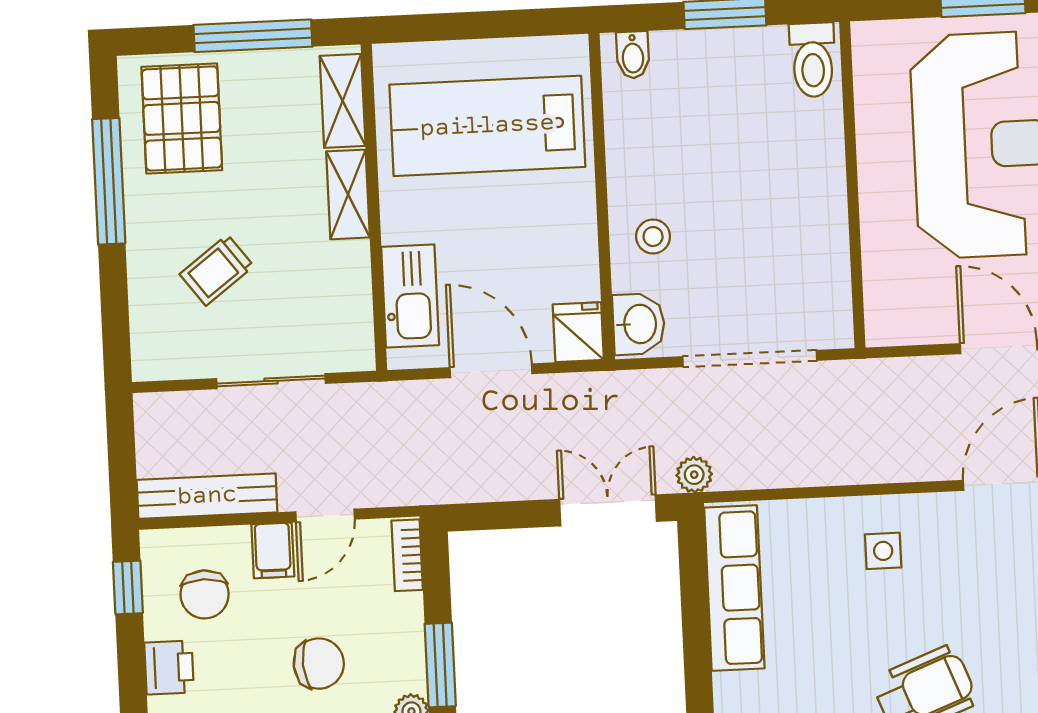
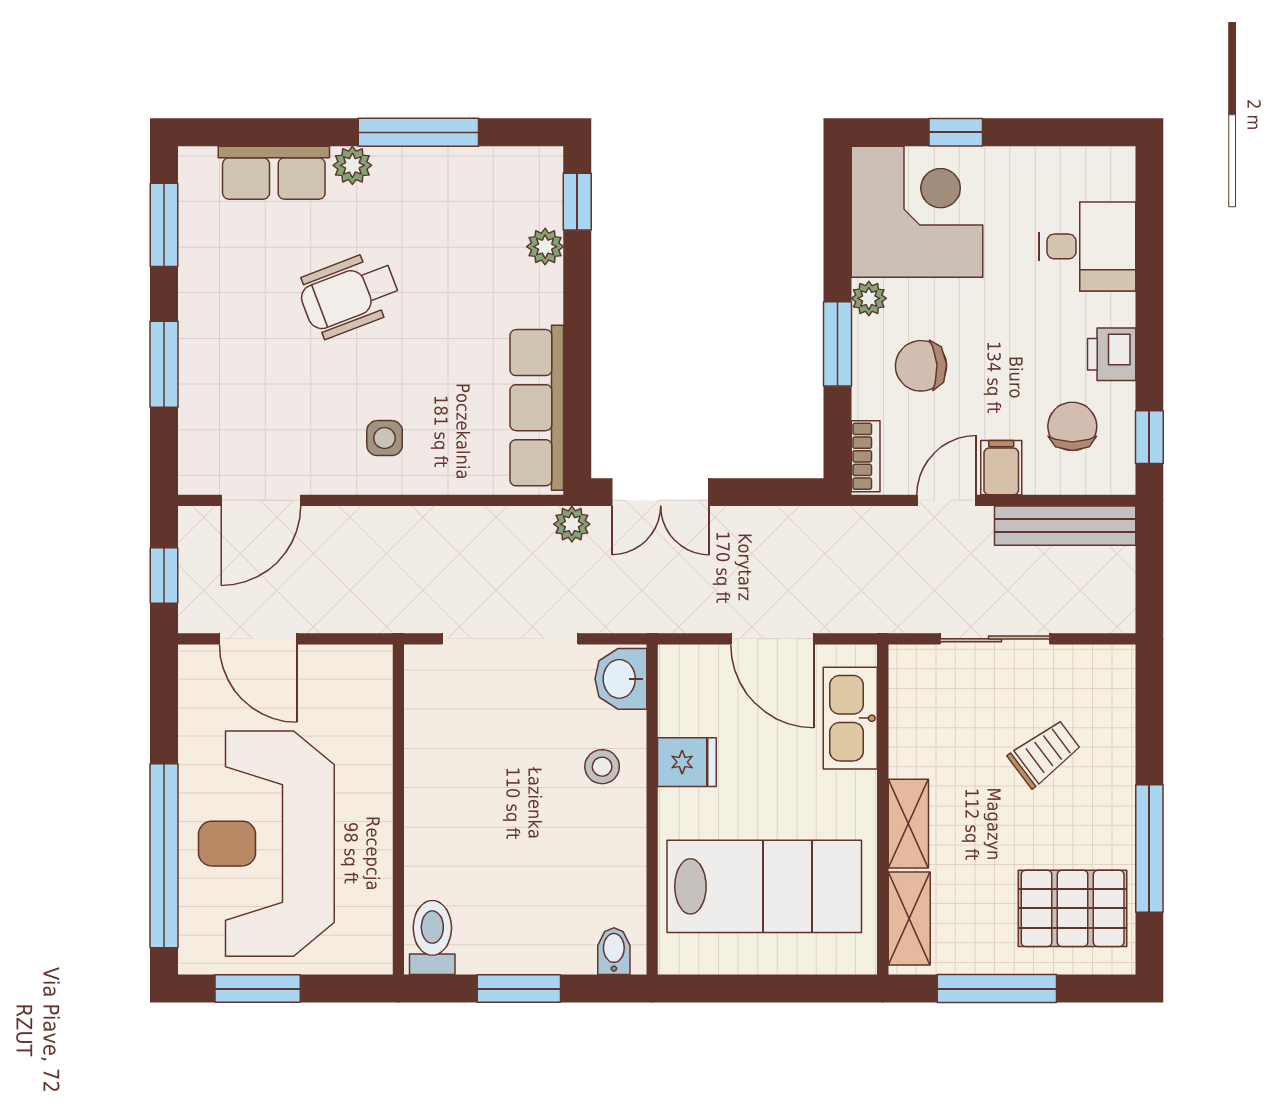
pallet: (182, 118) -> (1073, 908), turned 90
fridge: (578, 332) -> (687, 762), moved, turned -90
chair: (319, 664) -> (921, 366), moved

